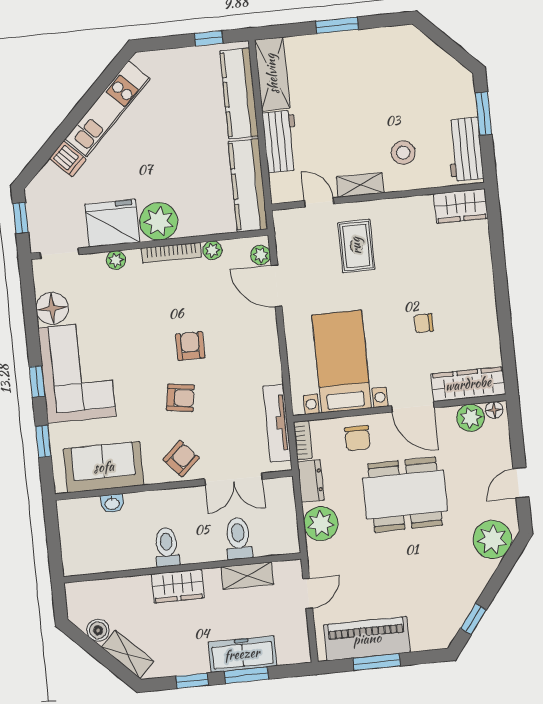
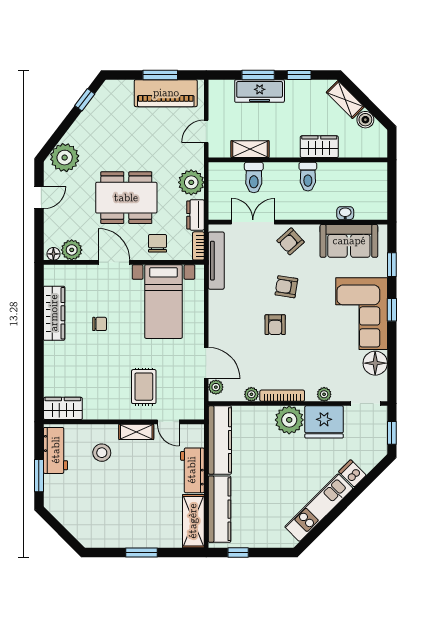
wardrobe: (468, 384) -> (54, 313), moved, turned -90
wardrobe: (178, 586) -> (319, 147), moved

